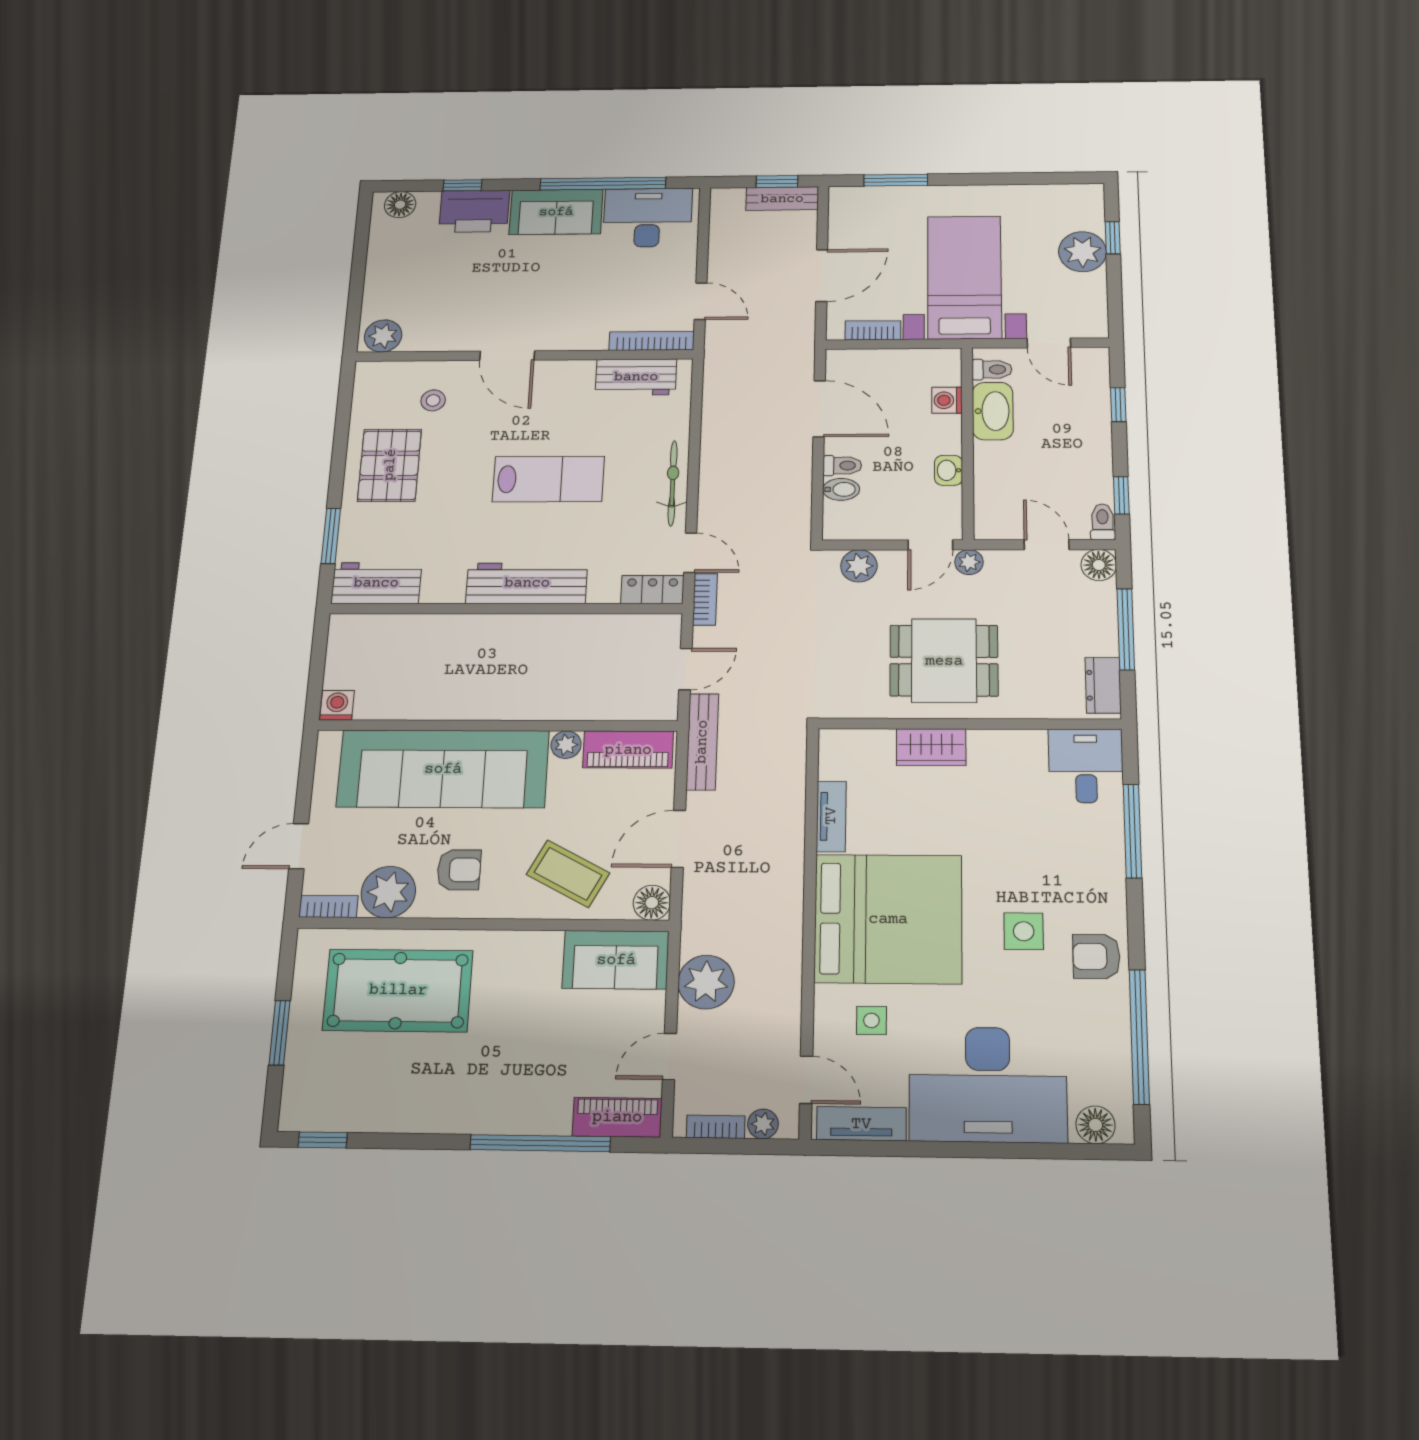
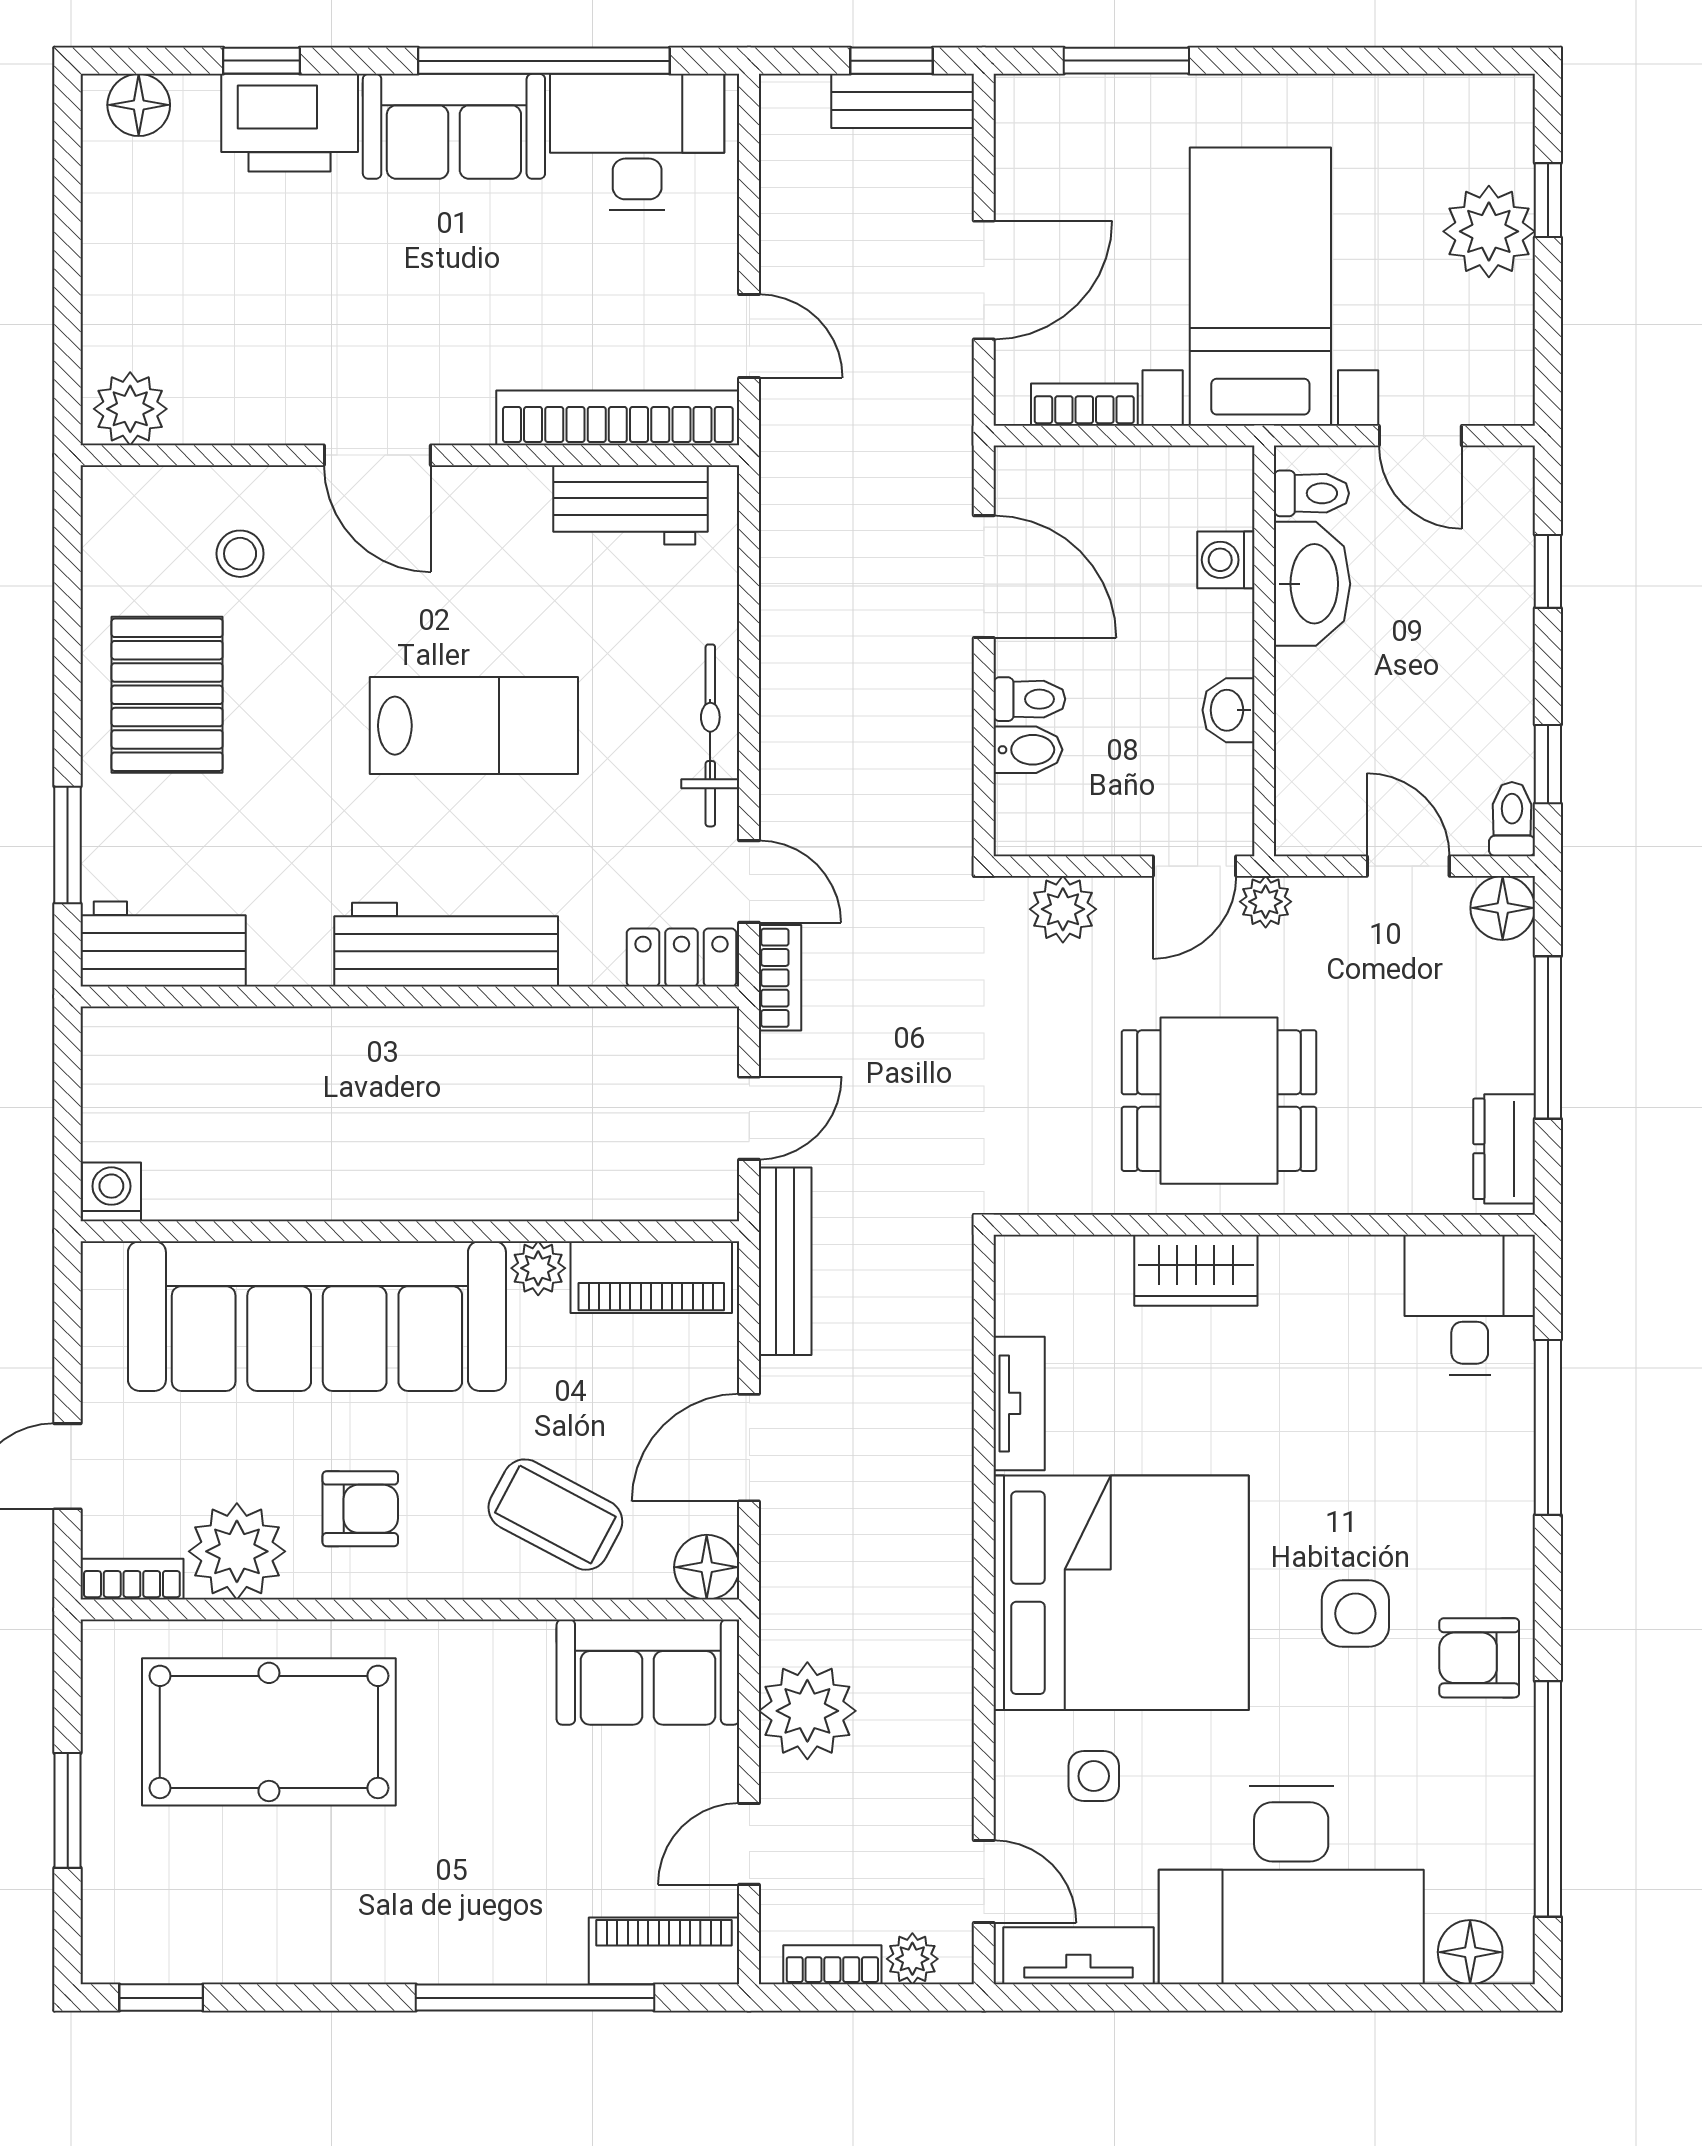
bookcase: (652, 341) -> (618, 418), width x1.48, depth x1.31

